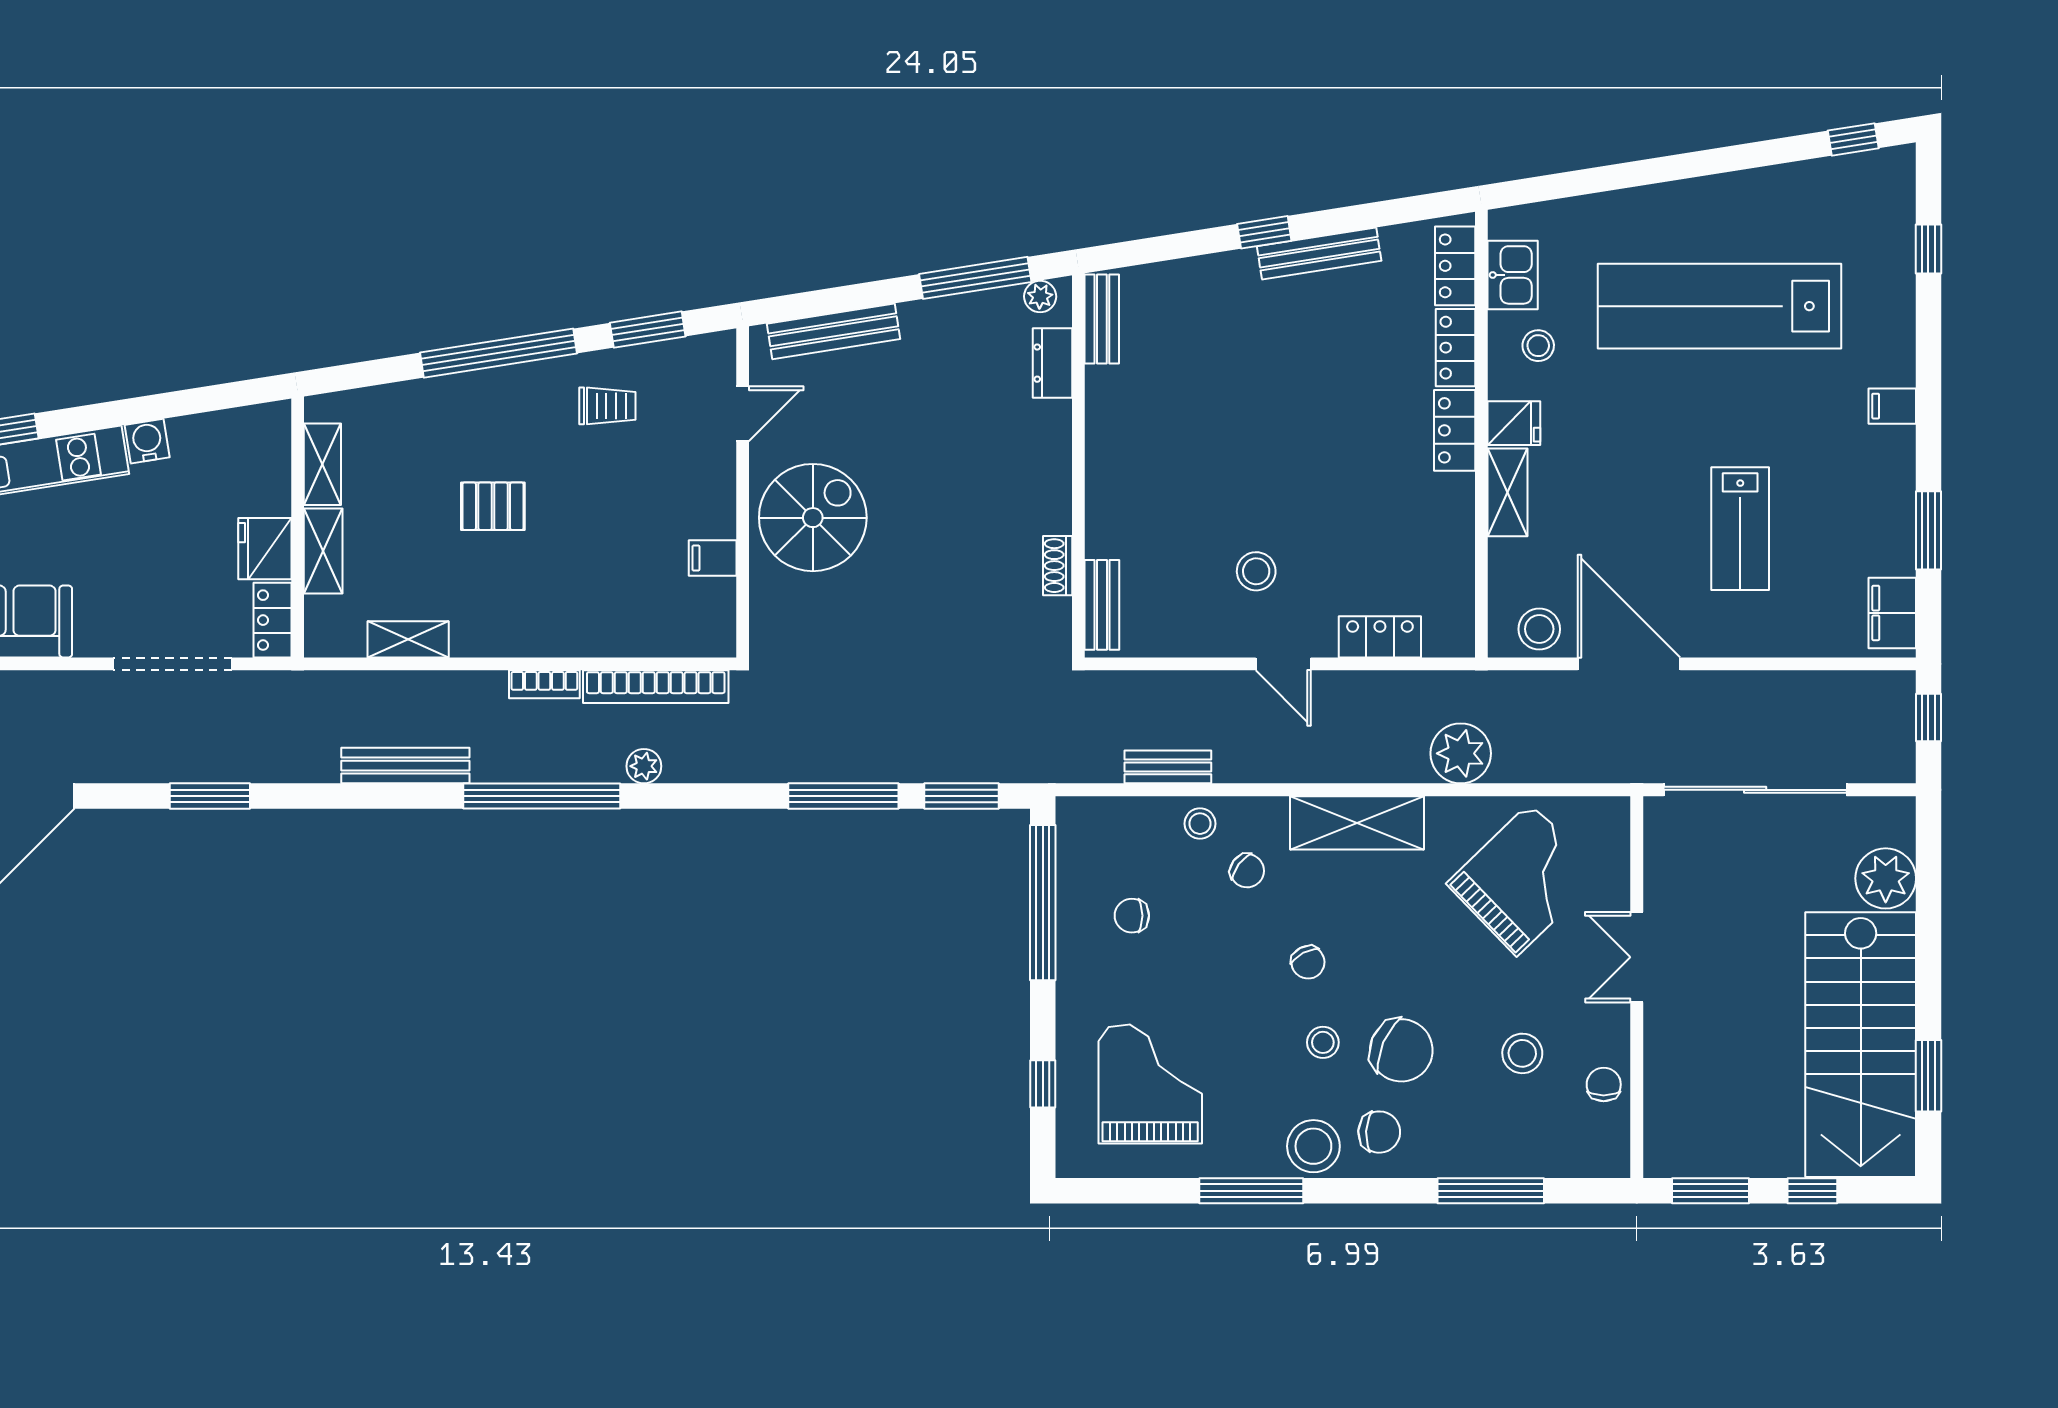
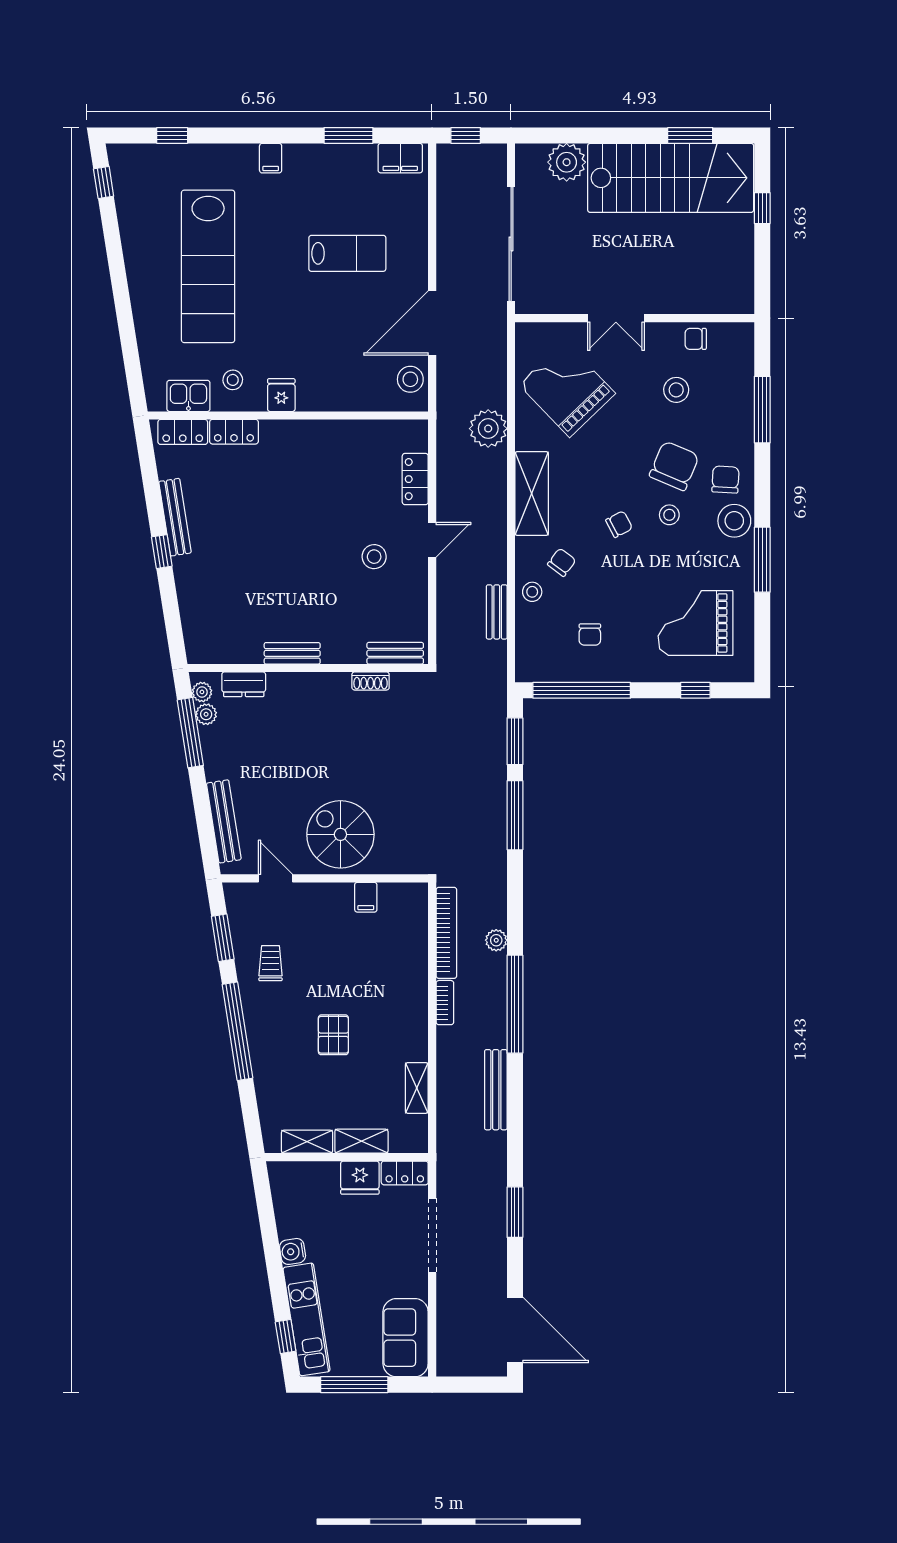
plant: (1005, 303) -> (206, 714), added
bench: (1102, 319) -> (292, 653), moved
locker: (1455, 430) -> (286, 432), removed
shelving: (1508, 492) -> (325, 399), removed
window: (1710, 1191) -> (762, 272), removed

